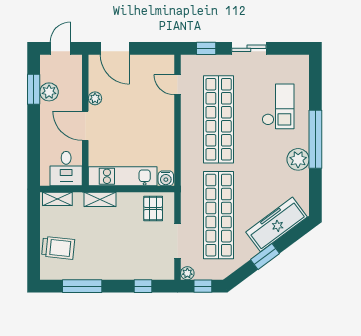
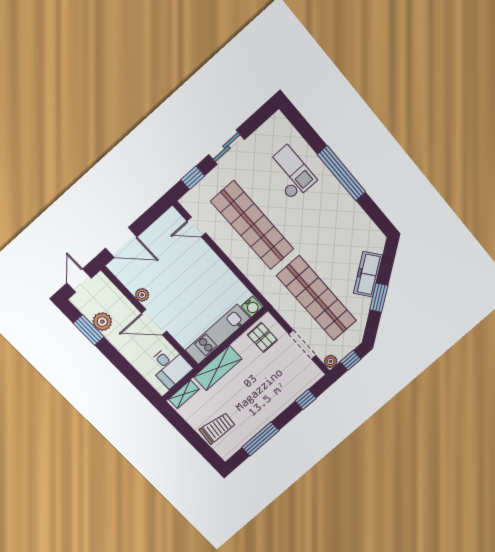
plant: (298, 159) -> (342, 201), removed
shelving: (100, 199) -> (218, 368), width x1.50, depth x1.33
freezer: (277, 224) -> (368, 274), width x0.73, depth x0.79

